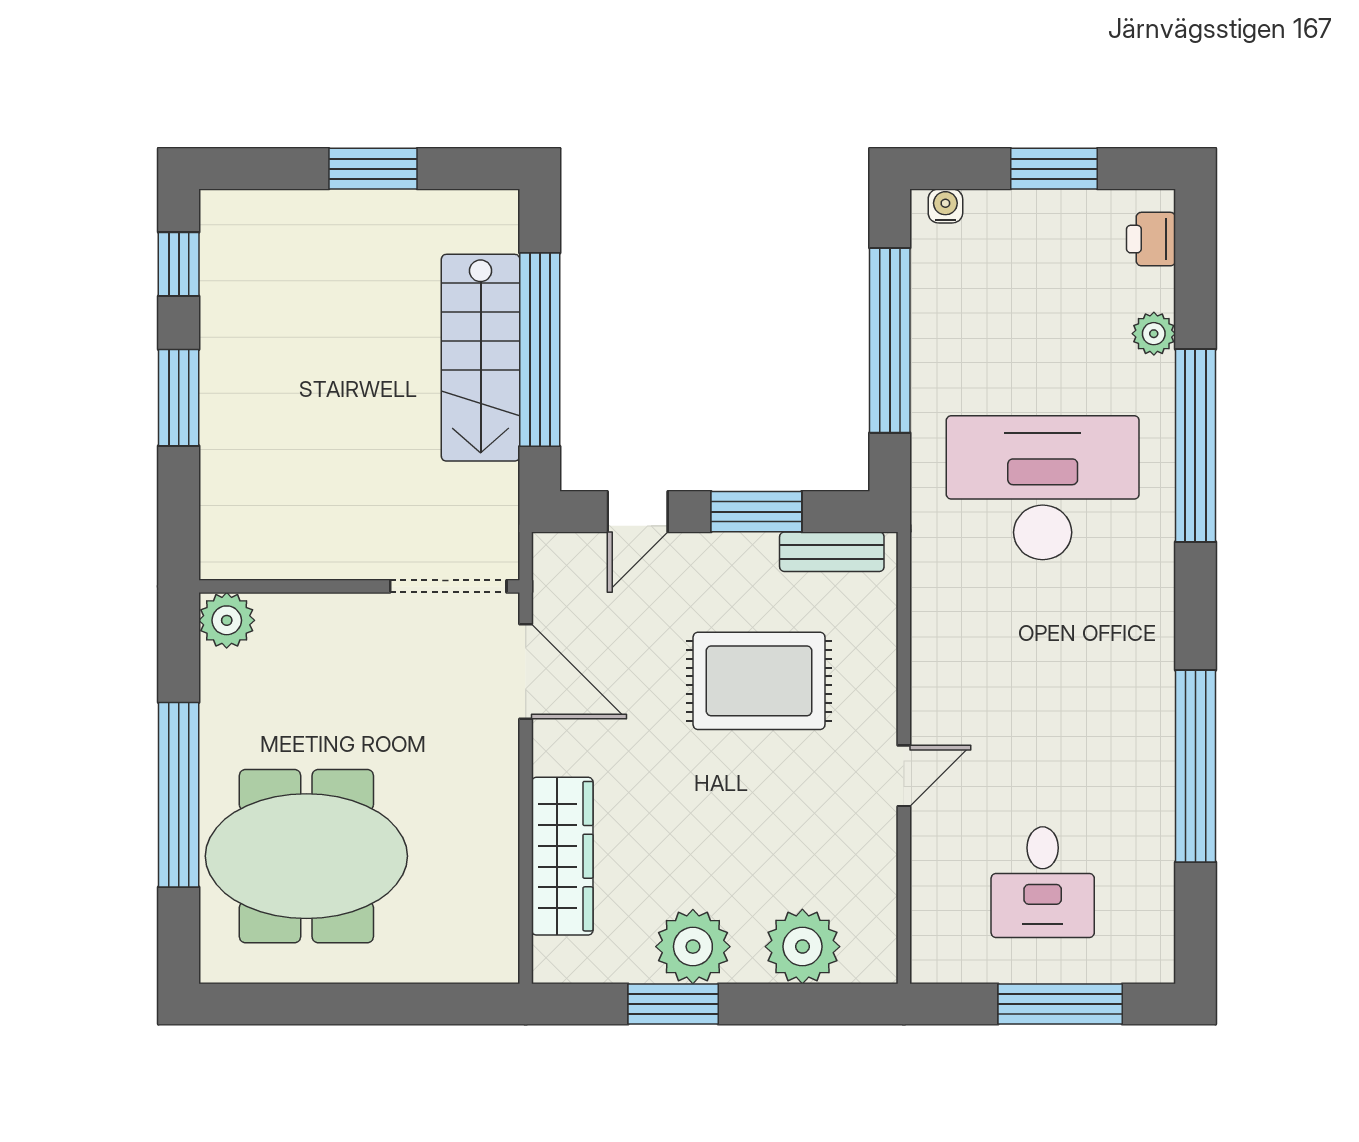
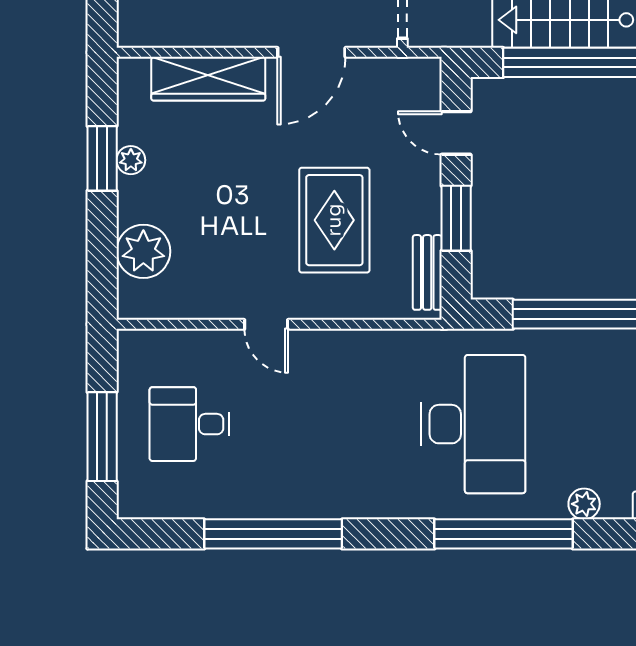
door: (526, 671) -> (311, 52), moved
plant: (693, 947) -> (131, 160), width x0.53, depth x0.53

